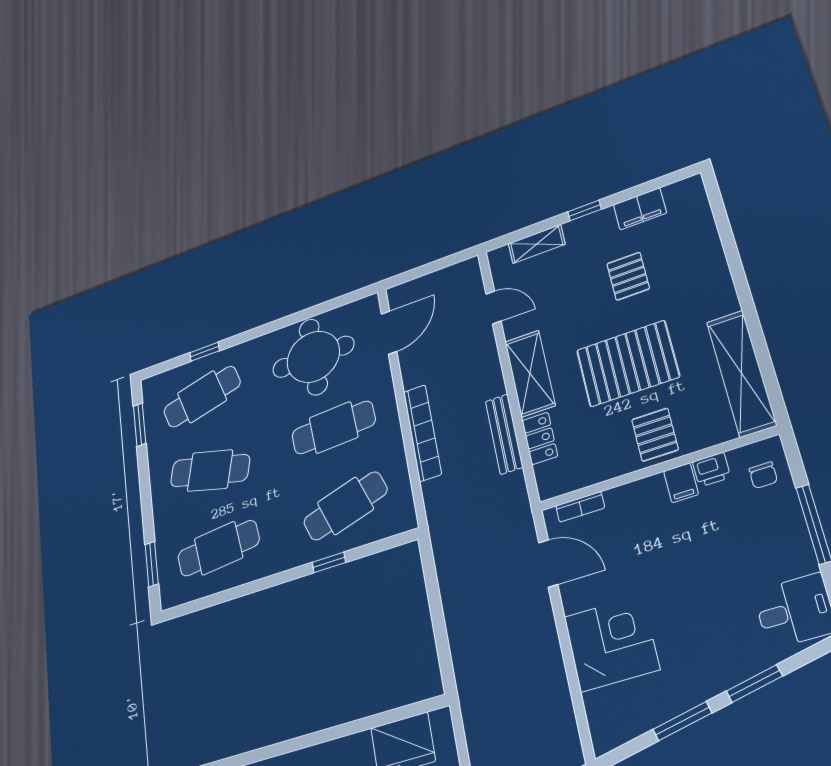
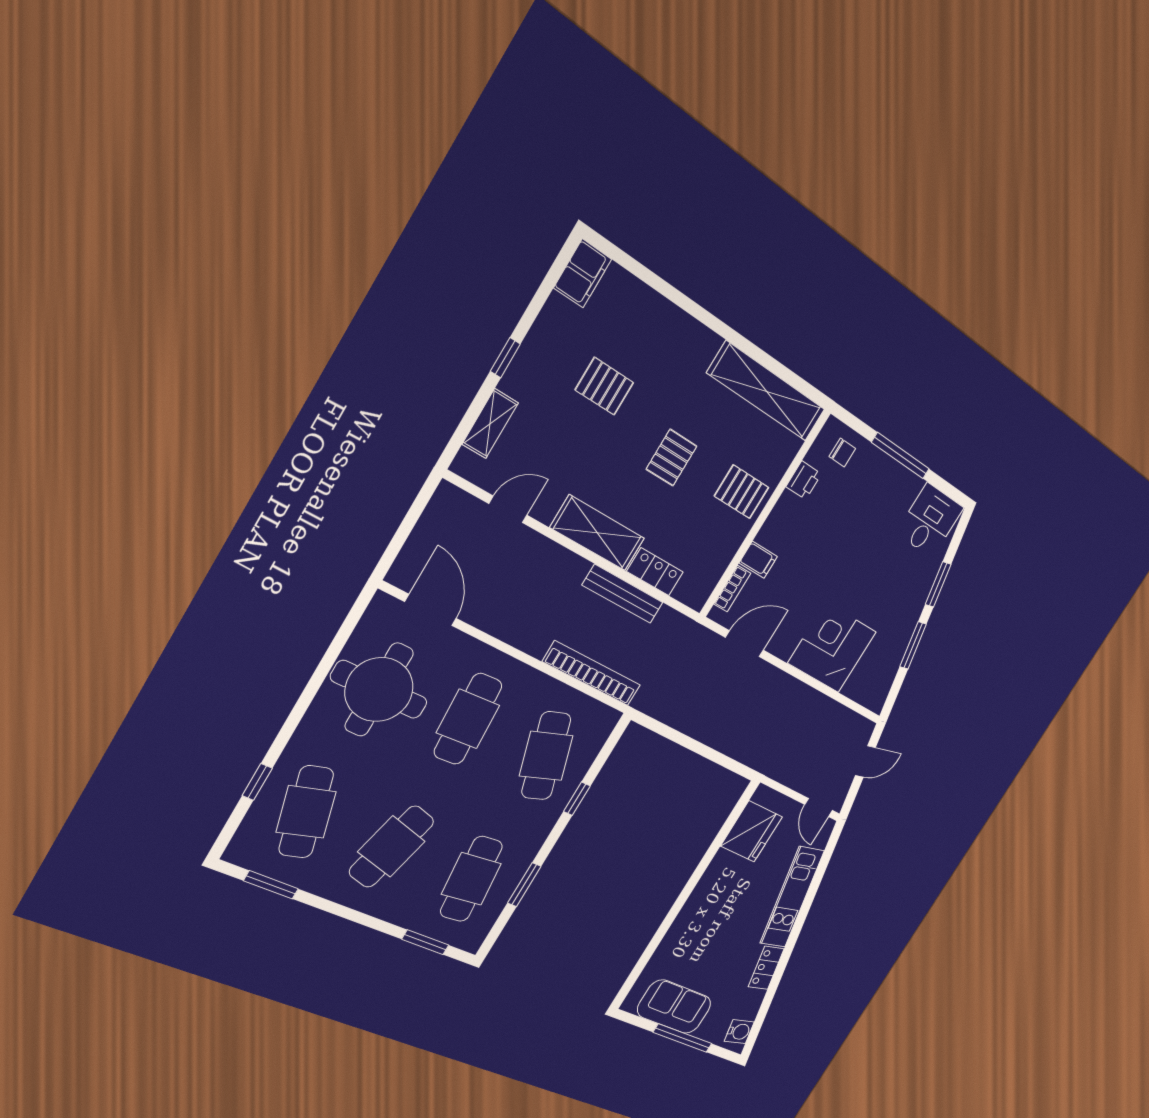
filing cabinet: (640, 209) -> (583, 274), moved
pallet: (628, 363) -> (671, 458), width x0.49, depth x0.50
bookcase: (422, 433) -> (592, 673), moved
filing cabinet: (681, 483) -> (758, 560), moved
window: (237, 592) -> (524, 885), added

